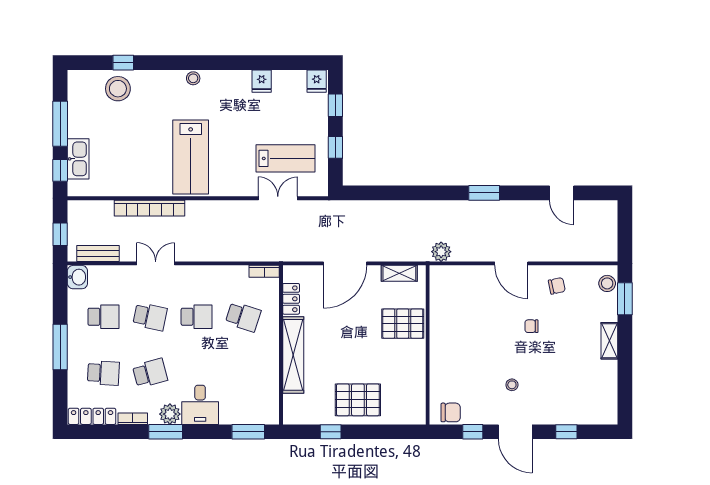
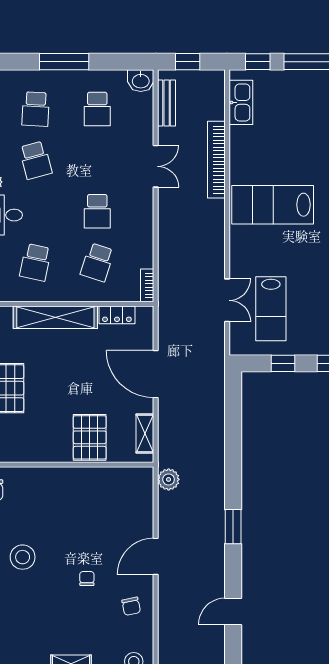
kitchen sink: (78, 159) -> (241, 102), moved, turned -90
school desk: (150, 317) -> (36, 262), moved
stool: (512, 385) -> (23, 557), width x1.89, depth x1.89

